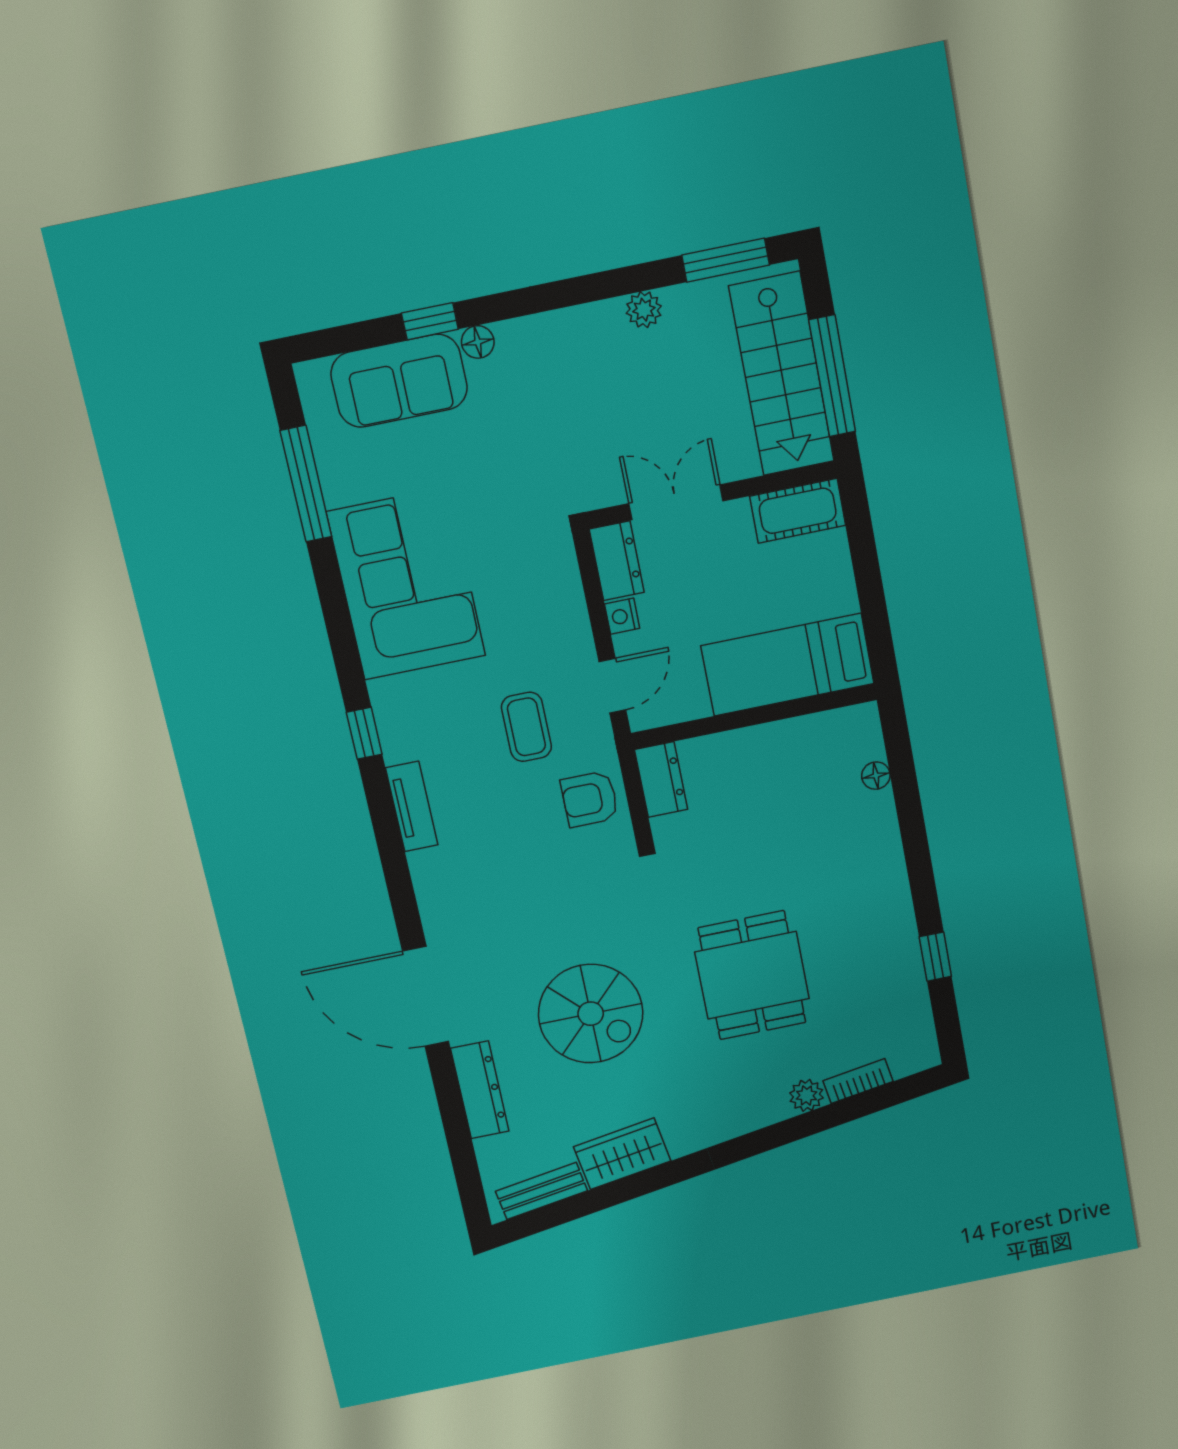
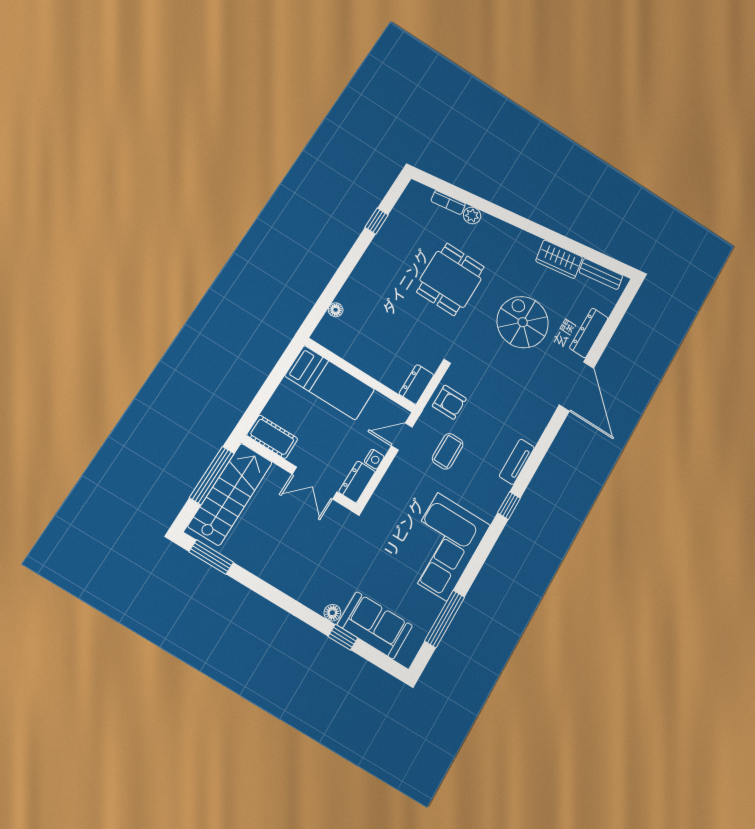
plant: (644, 310) -> (259, 567), removed

